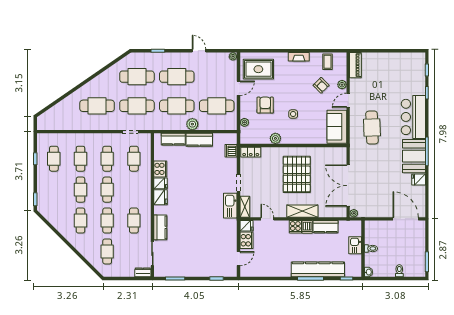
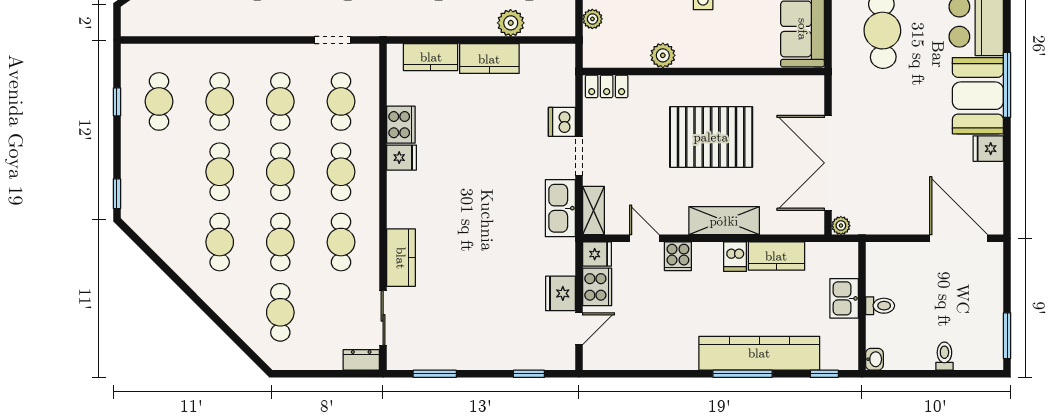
plant: (192, 124) -> (511, 23), moved
dishwasher: (231, 151) -> (562, 122), moved
pallet: (297, 174) -> (711, 137), turned 90
cafe table: (134, 190) -> (341, 172), added
fridge: (161, 197) -> (560, 293), moved, turned 180
cooker: (295, 227) -> (678, 256), moved

